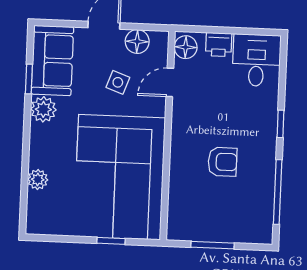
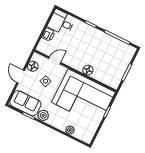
floor lamp: (186, 47) -> (88, 70), moved
door: (170, 82) -> (55, 61), swing flipped
armchair: (223, 162) -> (95, 54), removed

